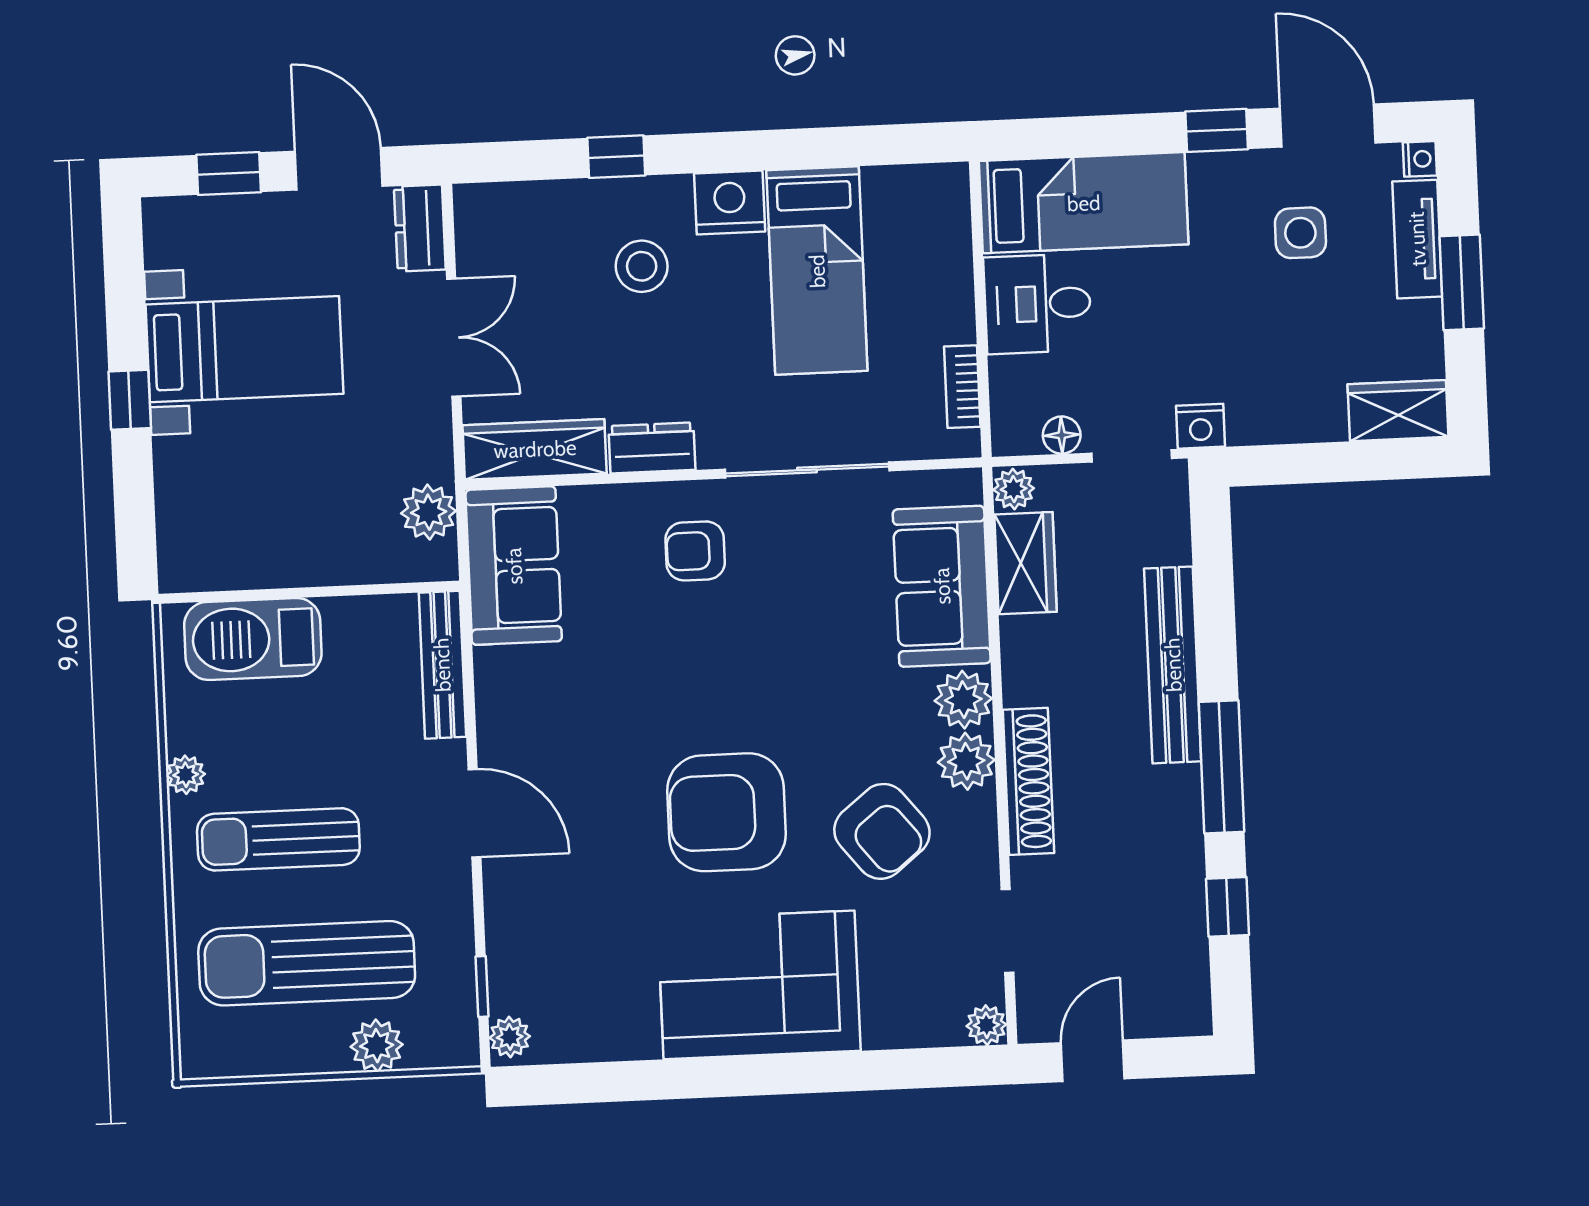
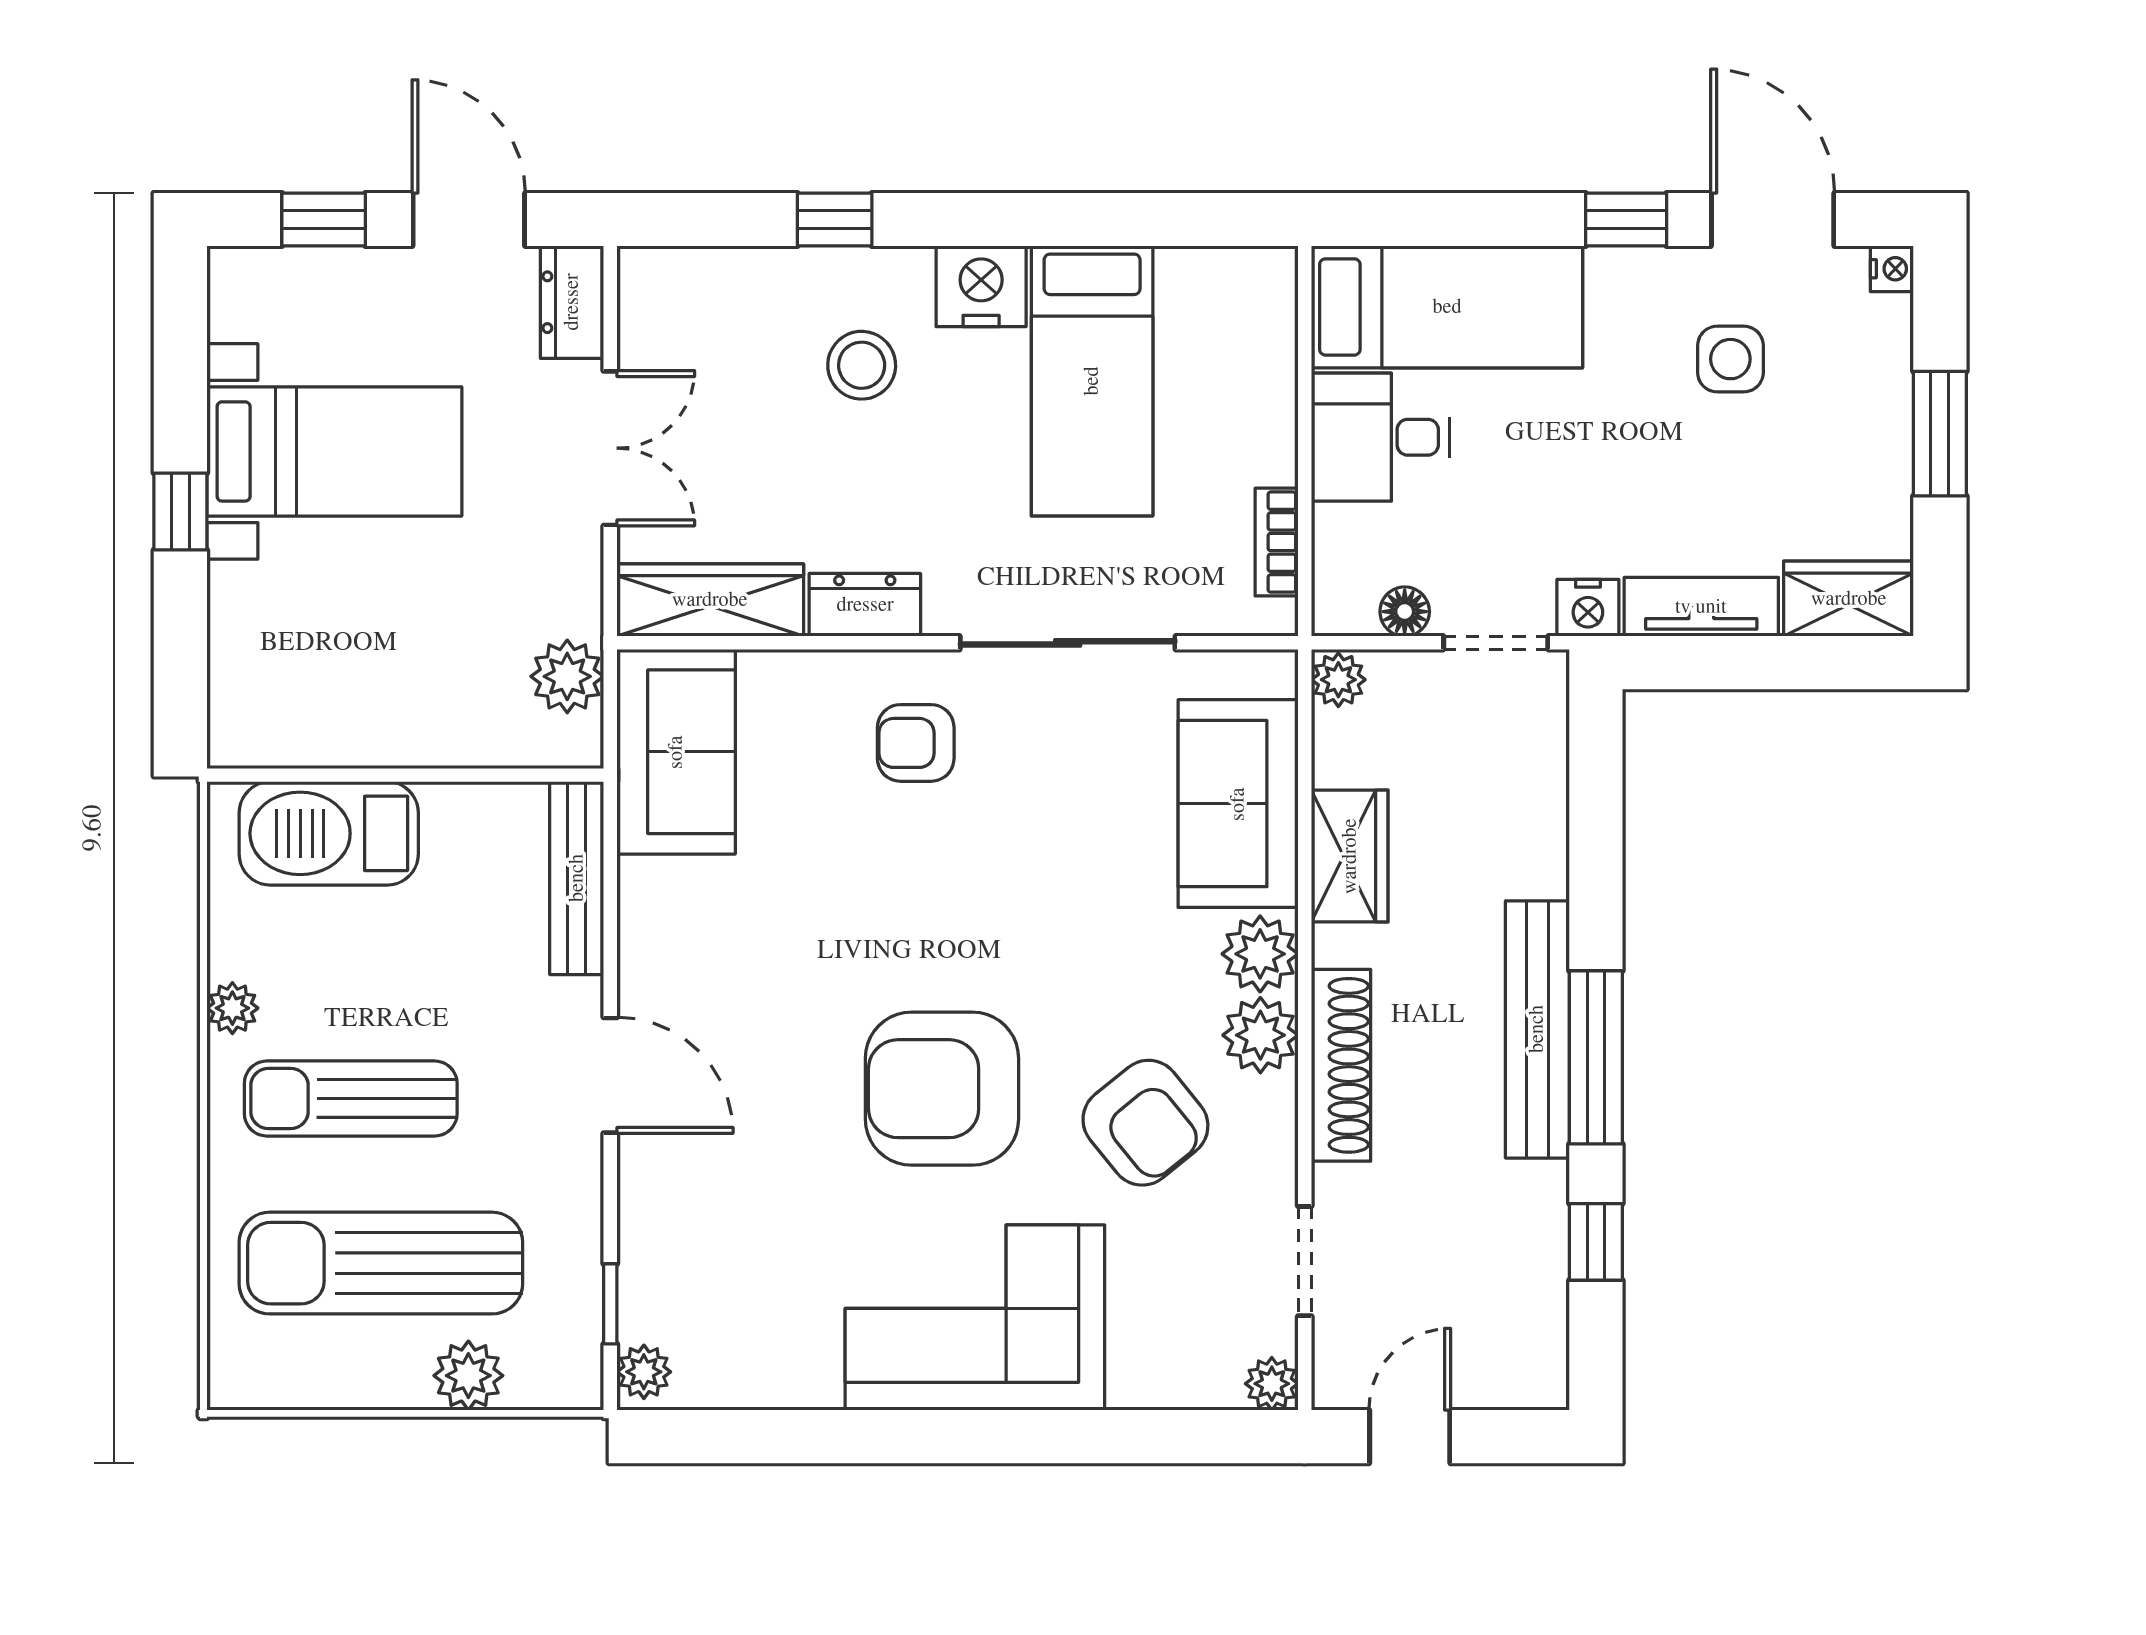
tv unit: (1417, 239) -> (1701, 607), moved, turned 90
wardrobe: (1025, 563) -> (1350, 856), moved
bench: (1173, 665) -> (1537, 1029), moved

